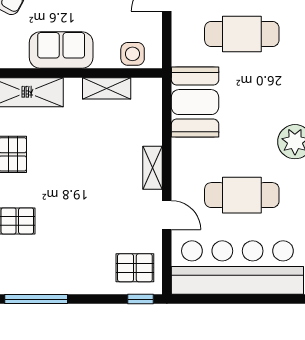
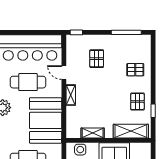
booth: (195, 102) -> (46, 120), width x1.36, depth x1.42
pallet: (135, 268) -> (97, 59), moved, turned 90

